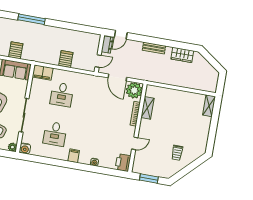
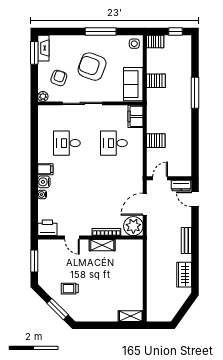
door: (98, 61) -> (160, 178), swing flipped
shelving: (147, 108) -> (102, 245), moved
water cooler: (25, 148) -> (44, 182), moved
window: (193, 166) -> (58, 309), added

